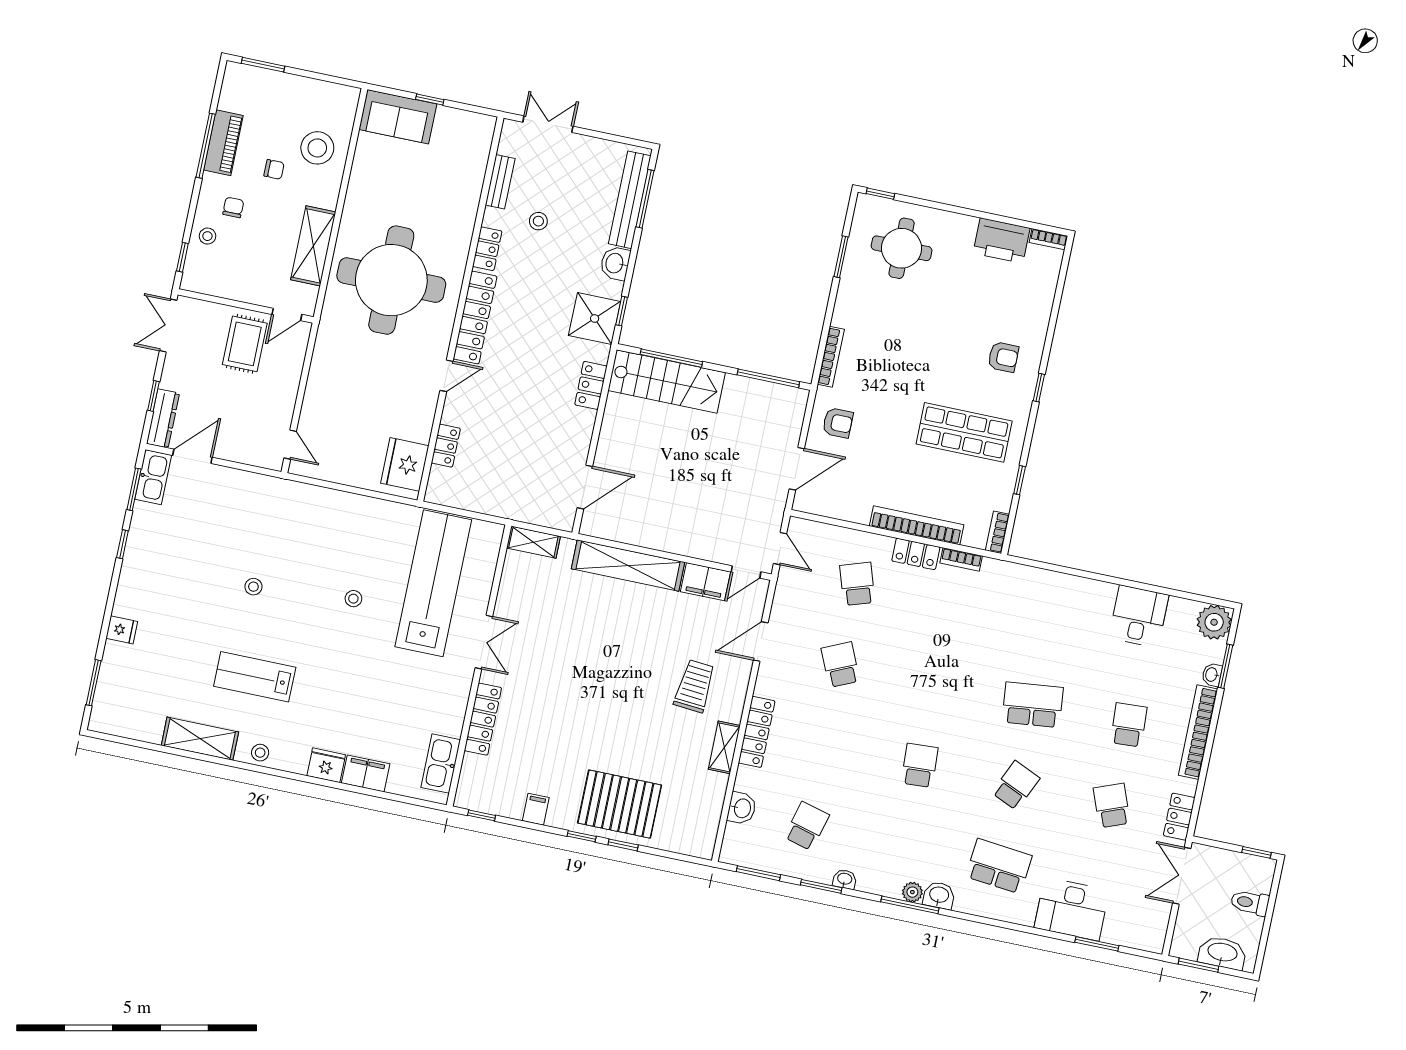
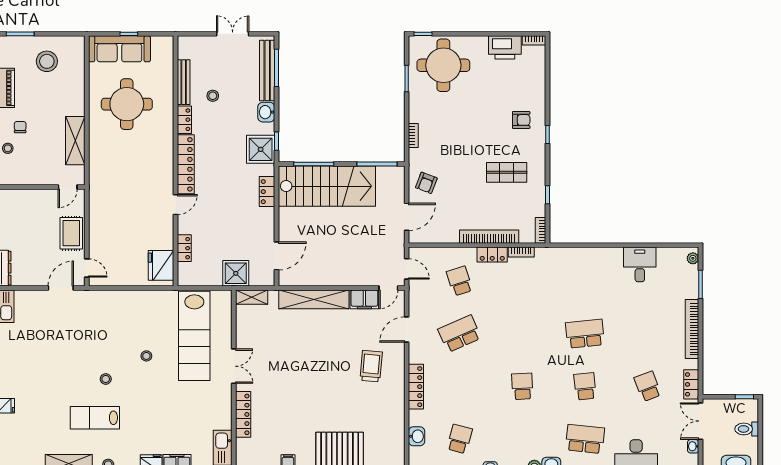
sofa: (398, 117) -> (119, 49), width x1.36
double door: (548, 124) -> (233, 34), moved
stool: (317, 148) -> (47, 61), moved
chair: (274, 169) -> (41, 98), removed
bench: (500, 182) -> (184, 82), width x1.36
round table: (902, 248) -> (443, 65), width x1.36, depth x1.36
round table: (391, 280) -> (127, 104), moved, width x0.73, depth x0.73
rug: (245, 344) -> (71, 233), moved
bookcase: (831, 357) -> (413, 136), width x0.64
stairs: (667, 381) -> (327, 186), width x1.36, depth x1.51
armchair: (838, 423) -> (426, 183), turned 111
shop shelf: (964, 432) -> (507, 172), width x0.70, depth x0.74
door: (192, 456) -> (61, 288), moved
shower: (517, 501) -> (236, 273), added
lab bench: (433, 583) -> (194, 336), turned 180
stool: (253, 587) -> (106, 379), moved
plant: (1214, 622) -> (693, 258), width x0.53, depth x0.53
school desk: (840, 665) -> (460, 334), width x1.85
washbasin: (1212, 675) -> (693, 446), moved
school desk: (1129, 725) -> (648, 334), removed
shelving: (724, 747) -> (398, 401), removed
school desk: (1016, 785) -> (585, 386), turned -30

